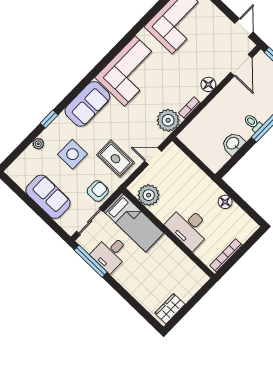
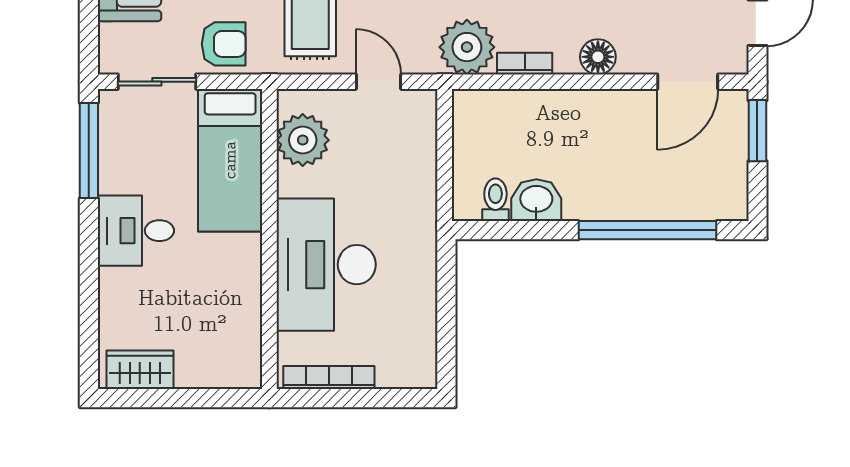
toilet: (253, 123) -> (495, 200), moved
floor lamp: (225, 202) -> (421, 285), removed
desk: (189, 227) -> (326, 265), width x1.36, depth x1.30
desk: (110, 253) -> (136, 231), moved

